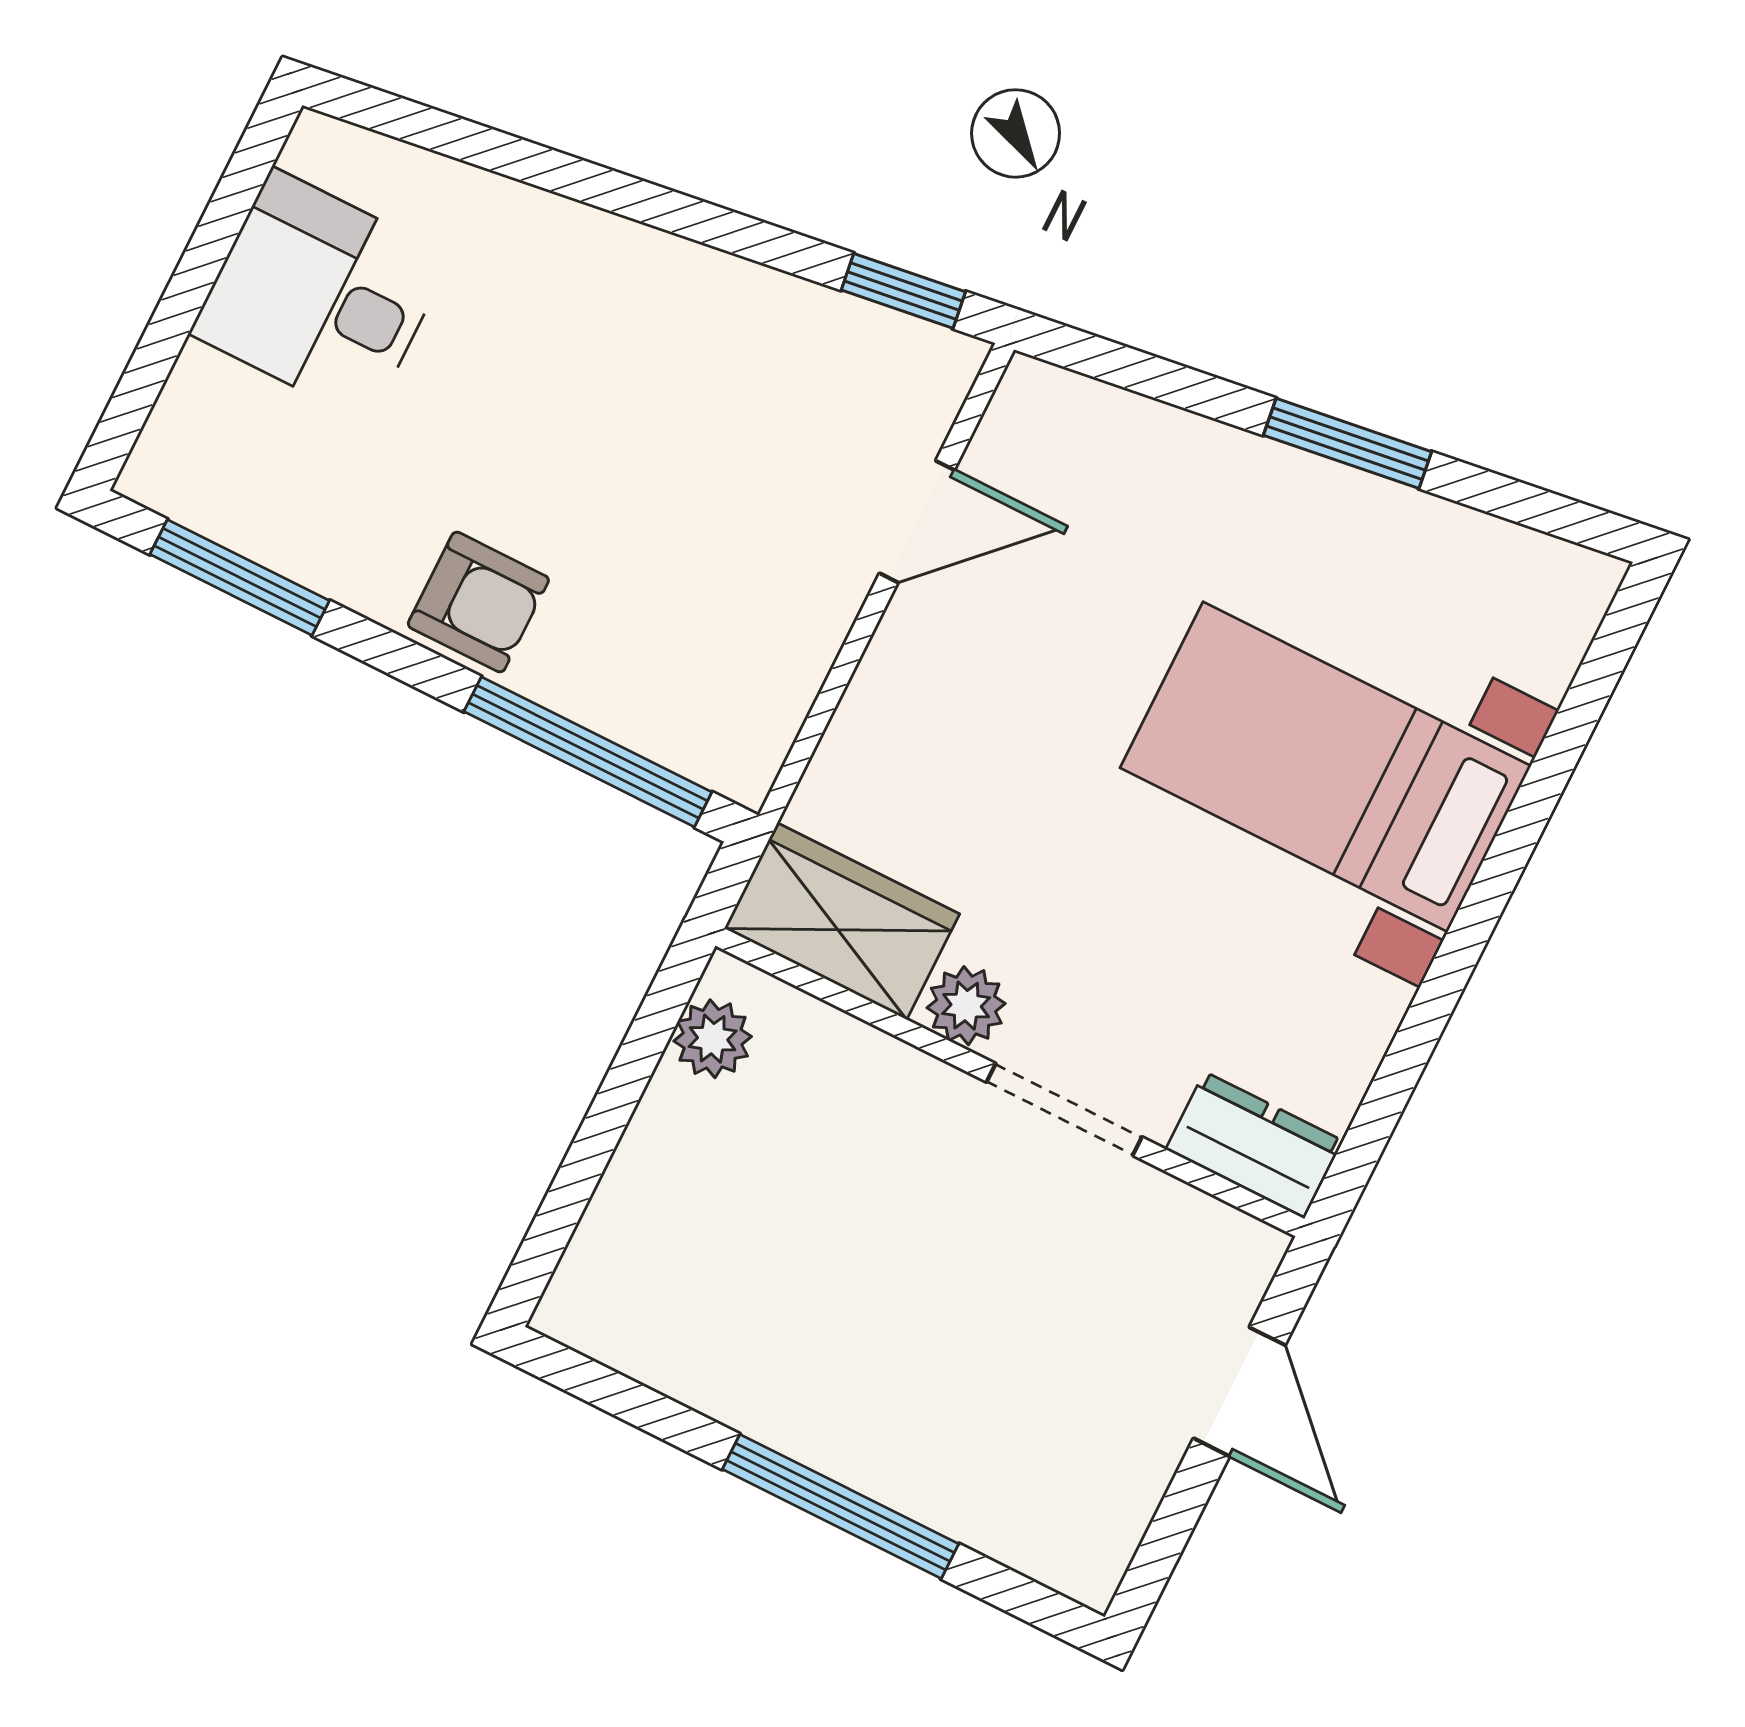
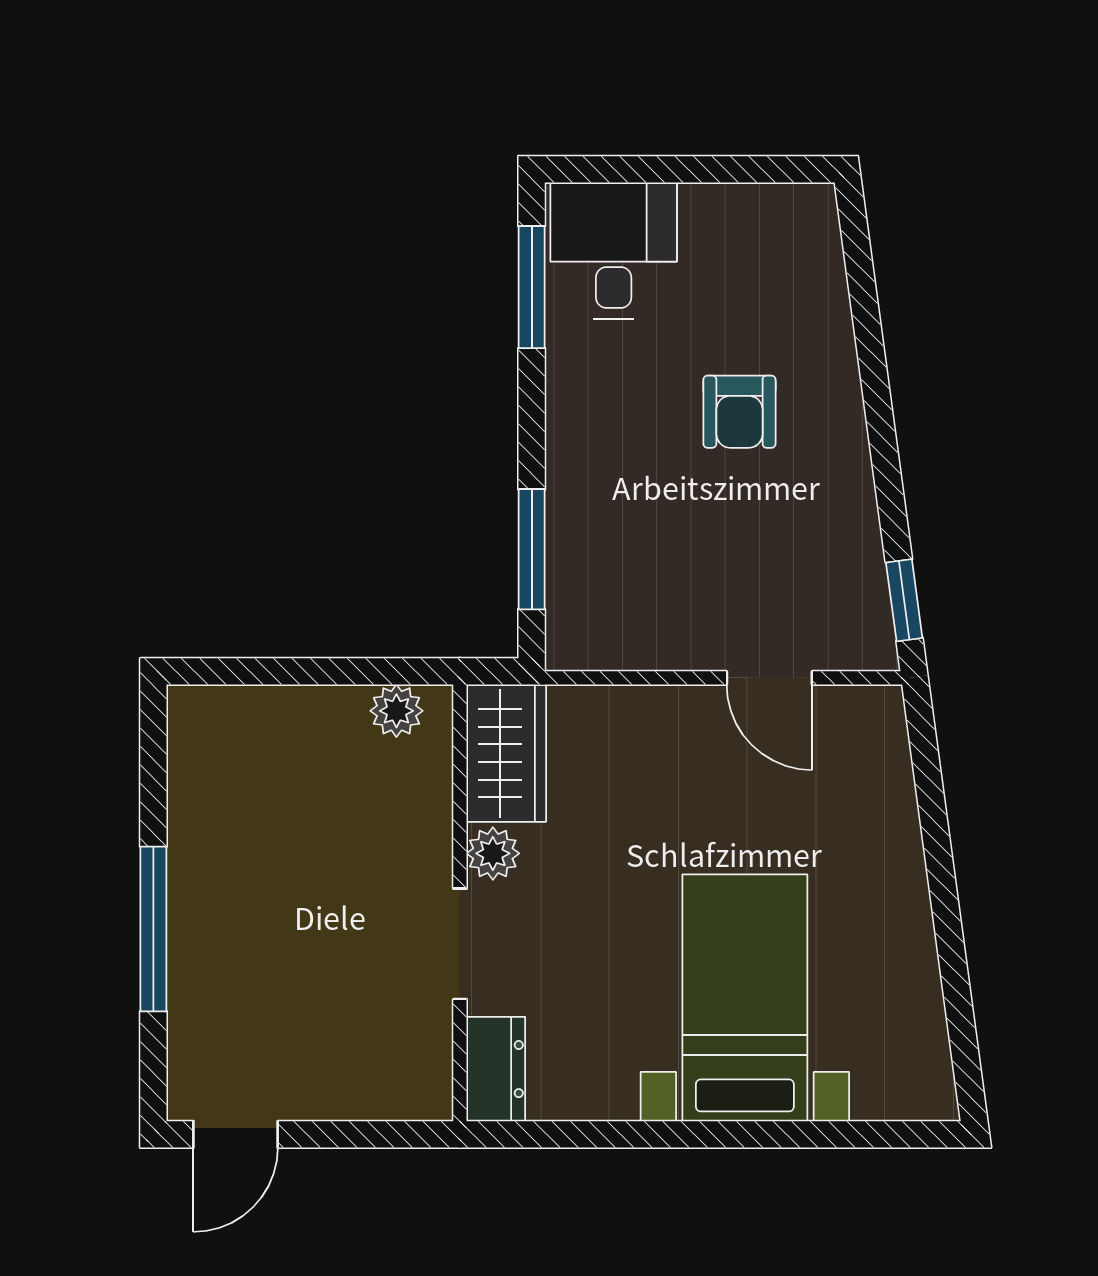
desk: (321, 295) -> (614, 251), moved
window: (1348, 443) -> (946, 914), removed
armchair: (478, 602) -> (739, 412), moved
window: (588, 752) -> (532, 549), width x0.69
door: (1239, 1392) -> (236, 1134), moved

